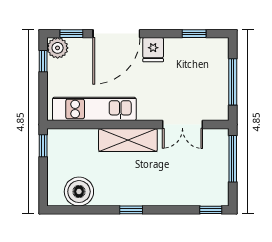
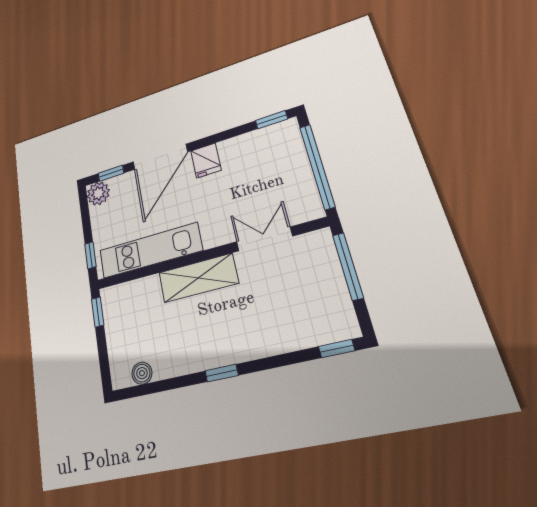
window: (194, 34) -> (271, 120), moved
window: (43, 61) -> (90, 255), moved
window: (233, 82) -> (317, 166), width x1.46
double door: (182, 125) -> (264, 239), swing flipped
boiler: (79, 192) -> (142, 373), width x0.54, depth x0.54

